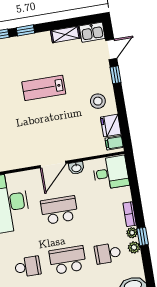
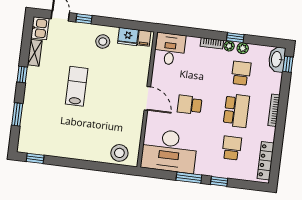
window: (25, 30) -> (22, 75), moved
lab bench: (44, 88) -> (77, 86), turned 180
washbasin: (76, 168) -> (157, 78), removed
school desk: (59, 210) -> (190, 105), width x0.54
school desk: (108, 253) -> (241, 73), turned 180
school desk: (68, 260) -> (236, 111), turned 180

